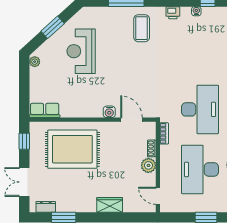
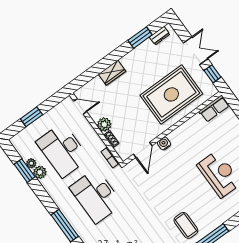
door: (131, 120) -> (143, 150), hinge flipped
desk: (200, 169) -> (63, 150), turned 180
double door: (24, 182) -> (196, 51), moved

